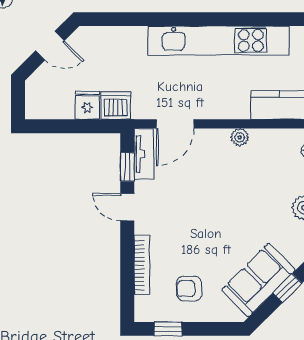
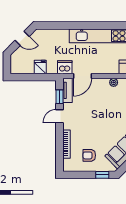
dishwasher: (116, 106) -> (65, 67), moved
door: (127, 207) -> (59, 116), hinge flipped
window: (168, 329) -> (102, 175), moved

